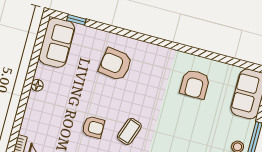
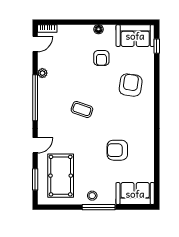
armchair: (195, 84) -> (117, 150), moved
armchair: (93, 127) -> (101, 58), moved

